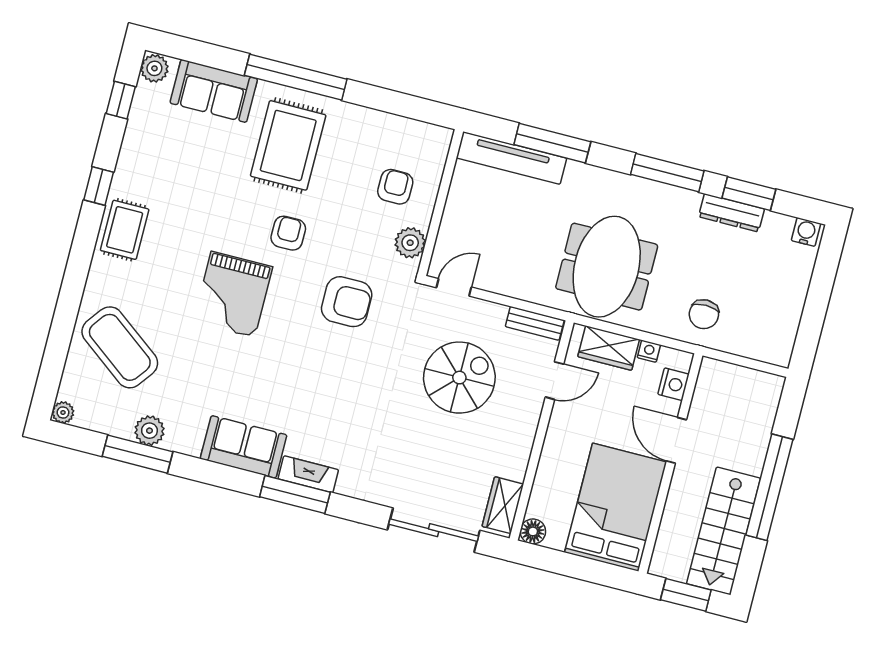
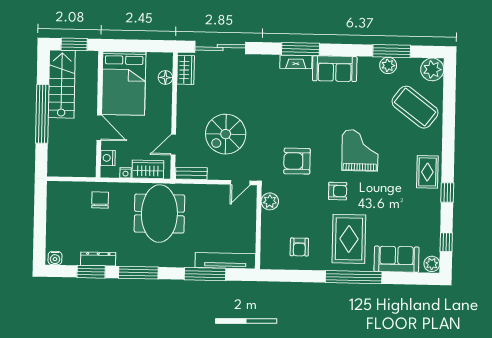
armchair: (395, 187) -> (299, 247), moved
armchair: (288, 233) -> (338, 191), turned -90
plant: (63, 412) -> (432, 69), width x1.88, depth x1.88
floor lamp: (533, 531) -> (165, 77), moved

